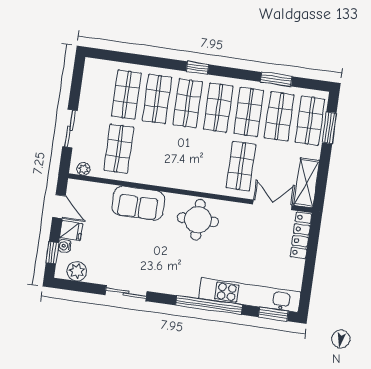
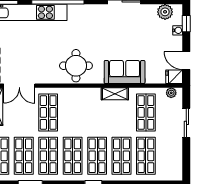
shelving: (154, 178) -> (115, 94), added
fridge: (71, 231) -> (174, 77), moved

